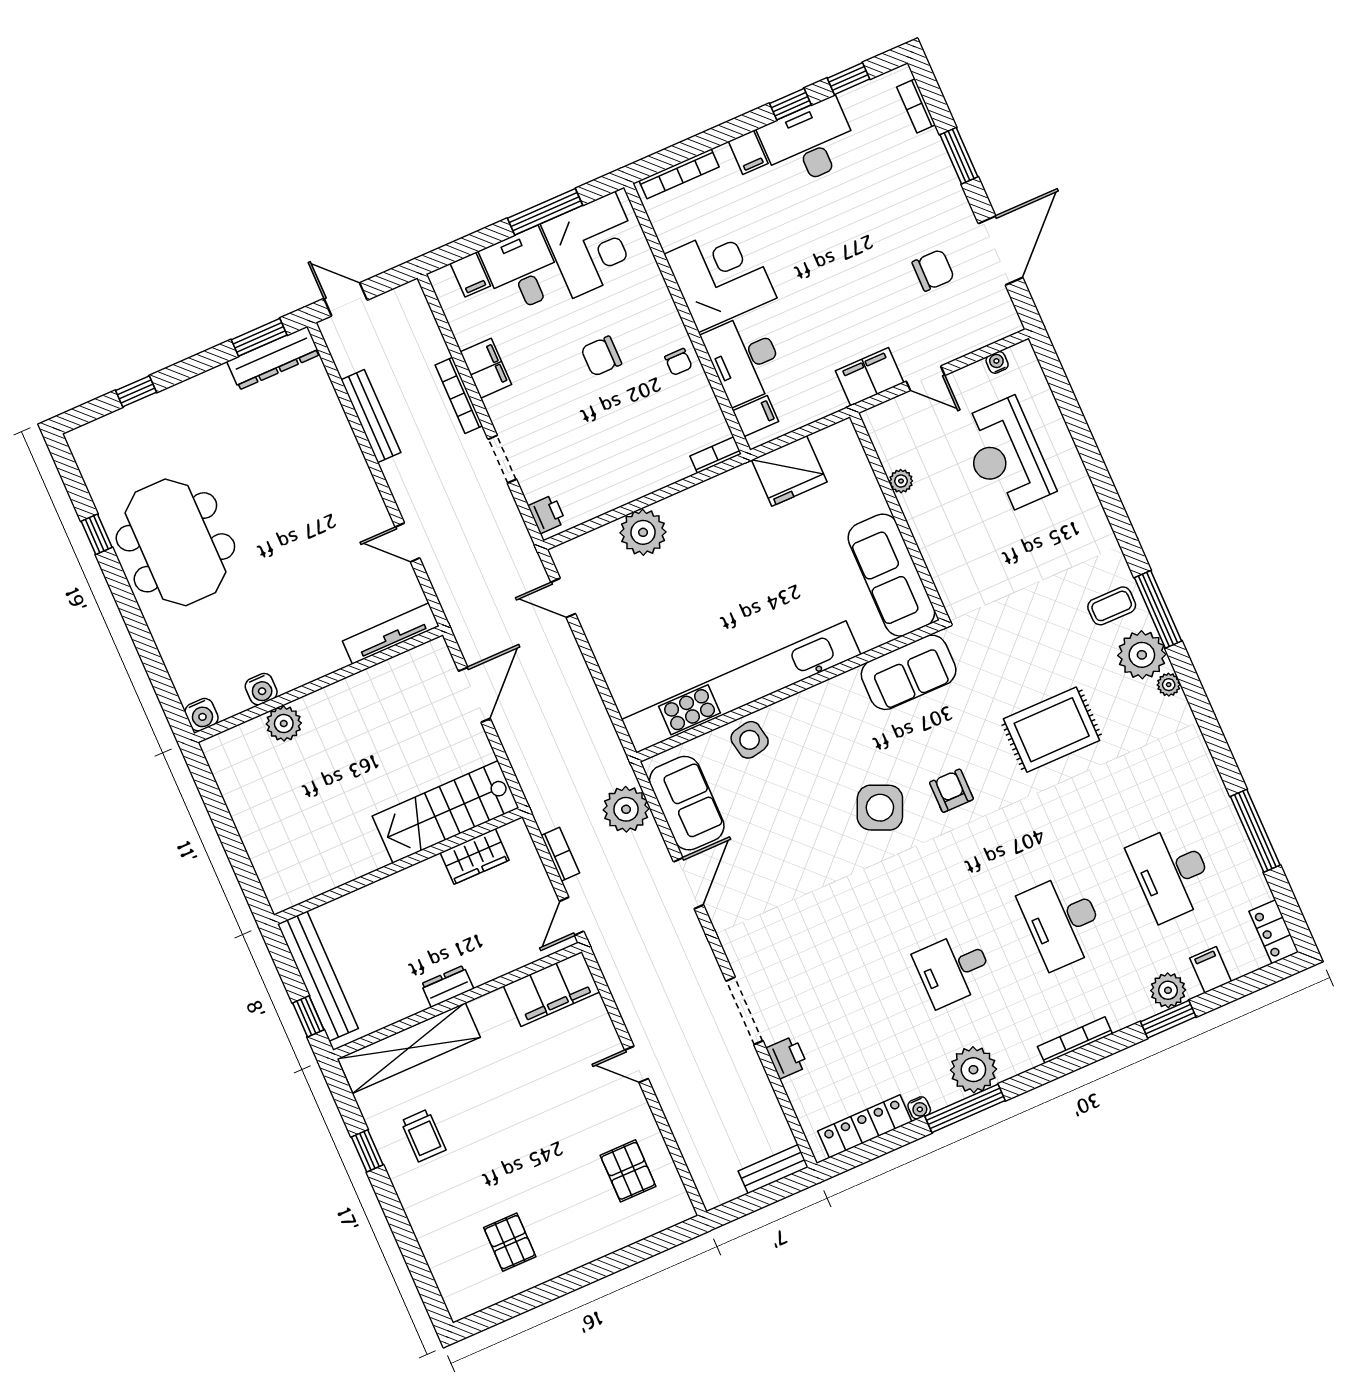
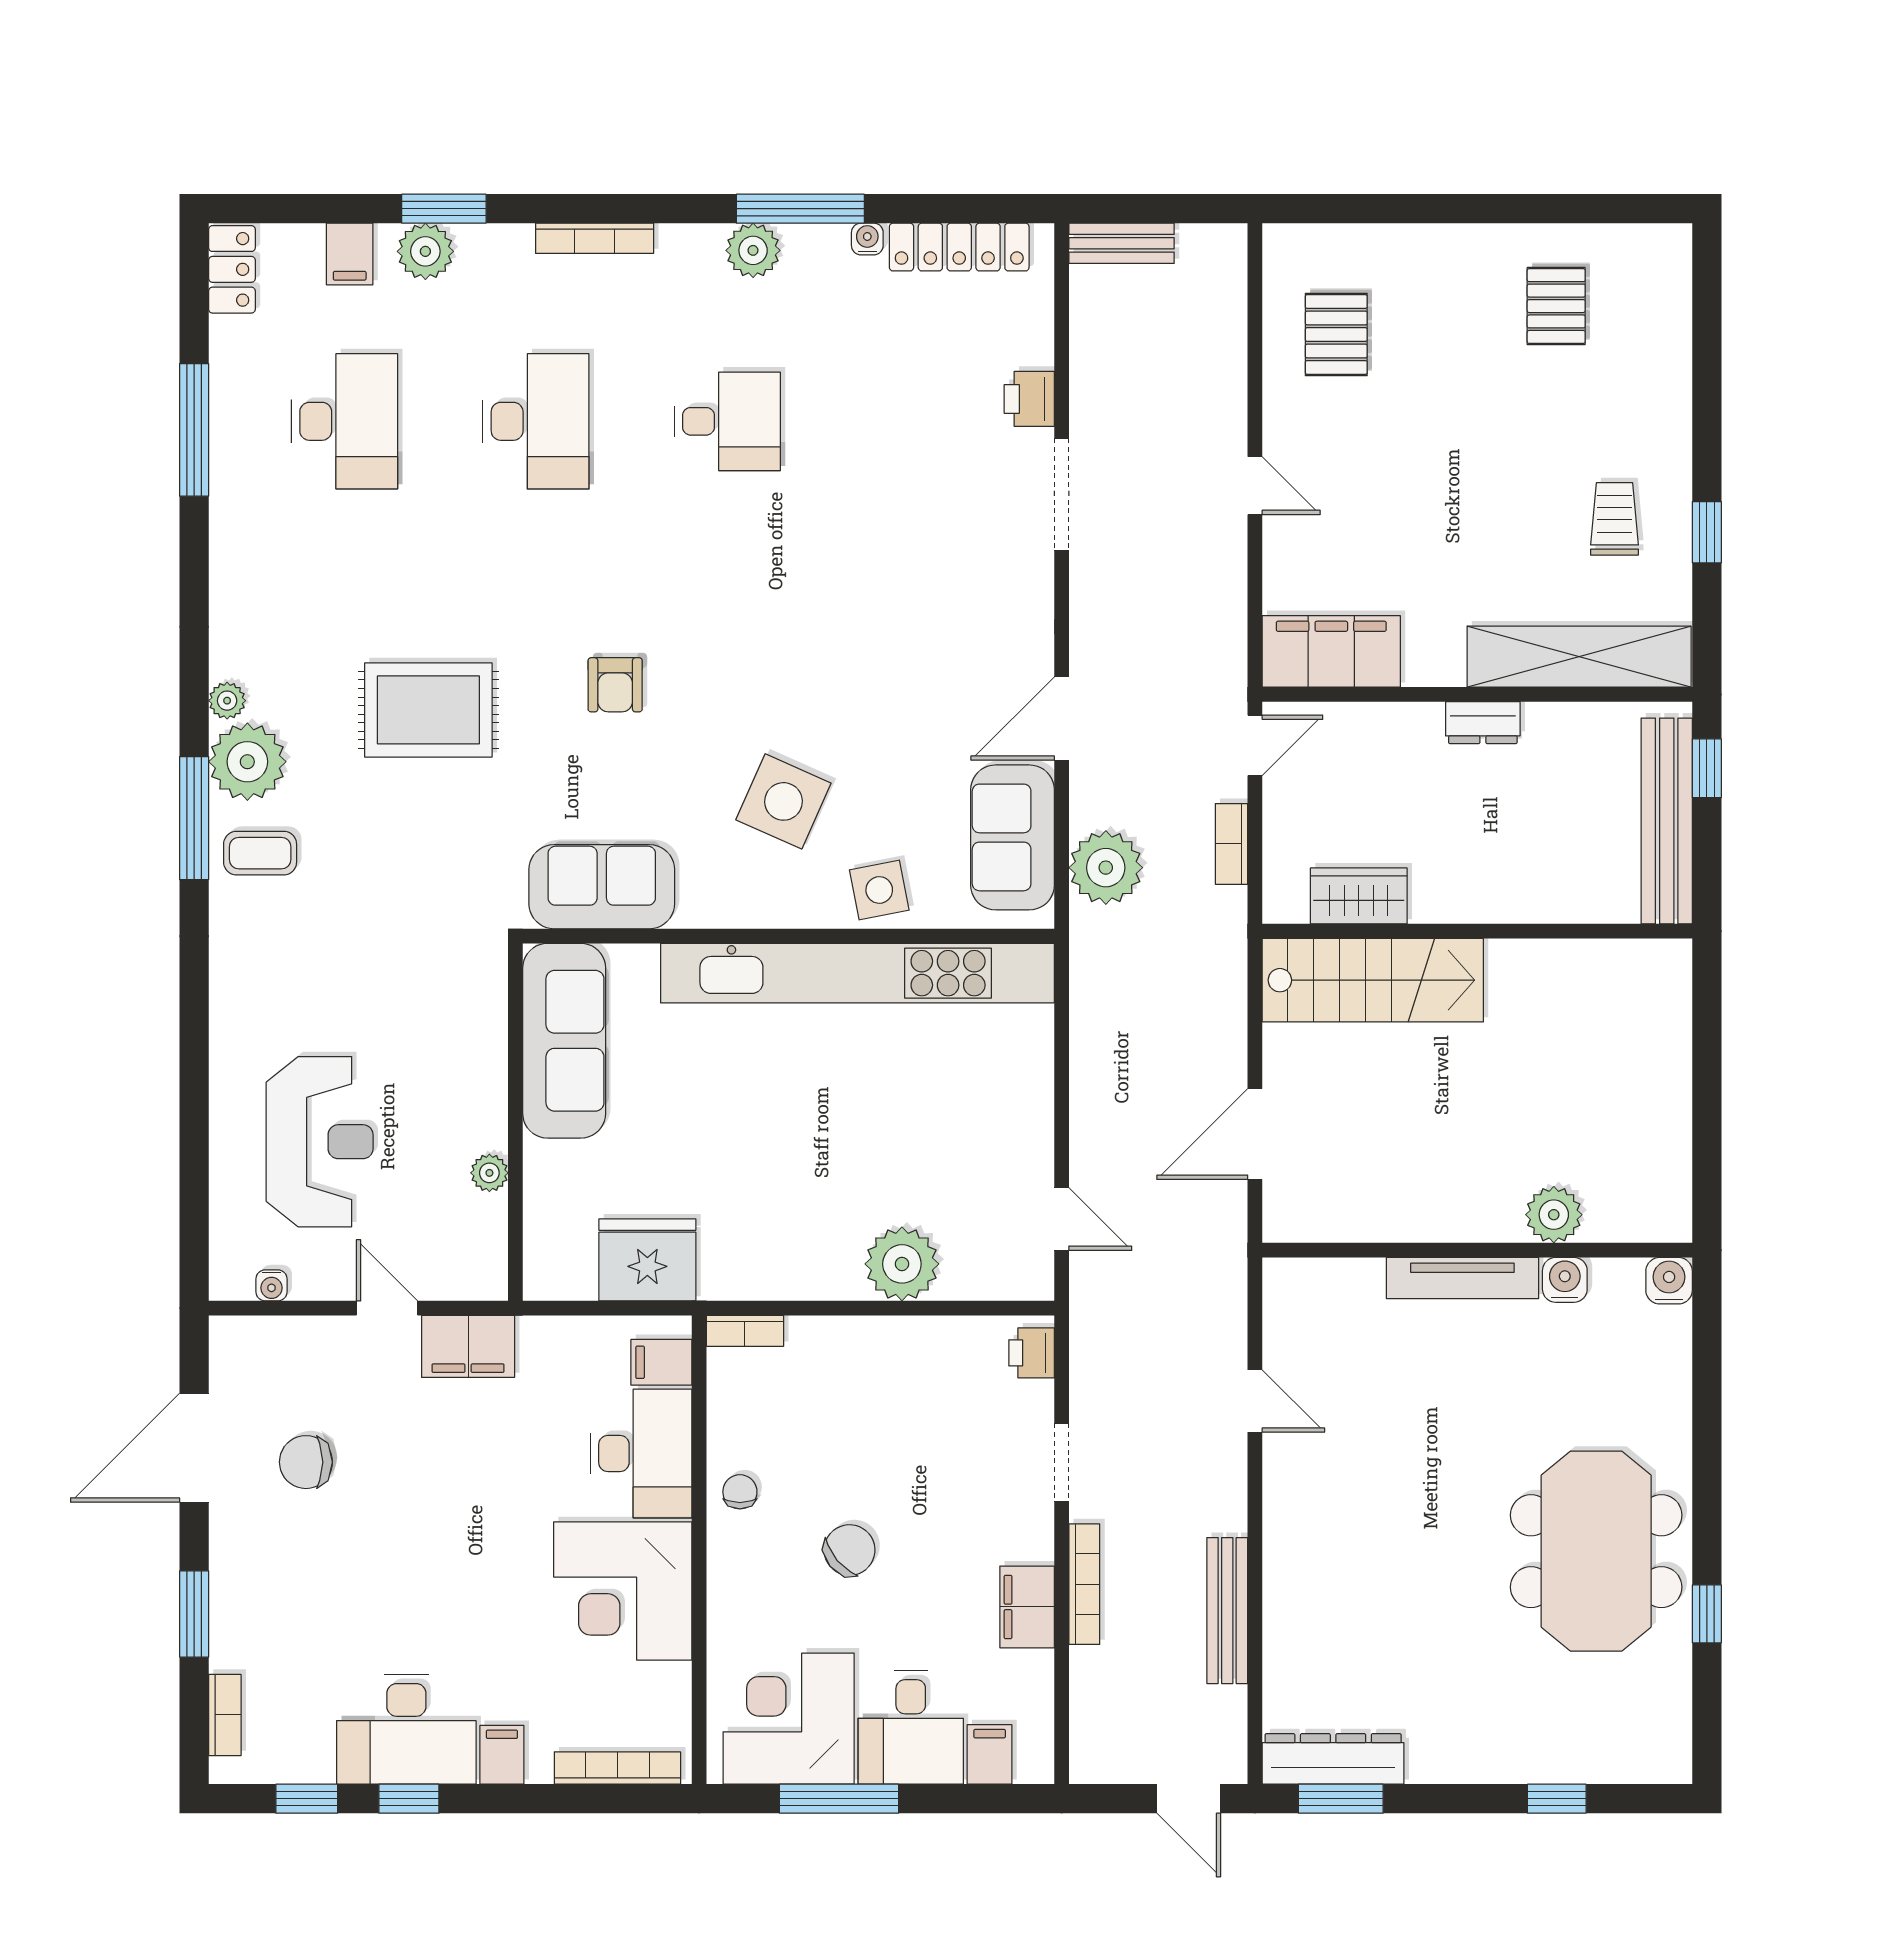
chair: (601, 356) -> (850, 1550), turned -40
tv unit: (391, 634) -> (1462, 1278), moved
side table: (880, 808) -> (783, 801), moved
plant: (973, 1070) -> (753, 250), width x0.73, depth x0.73

